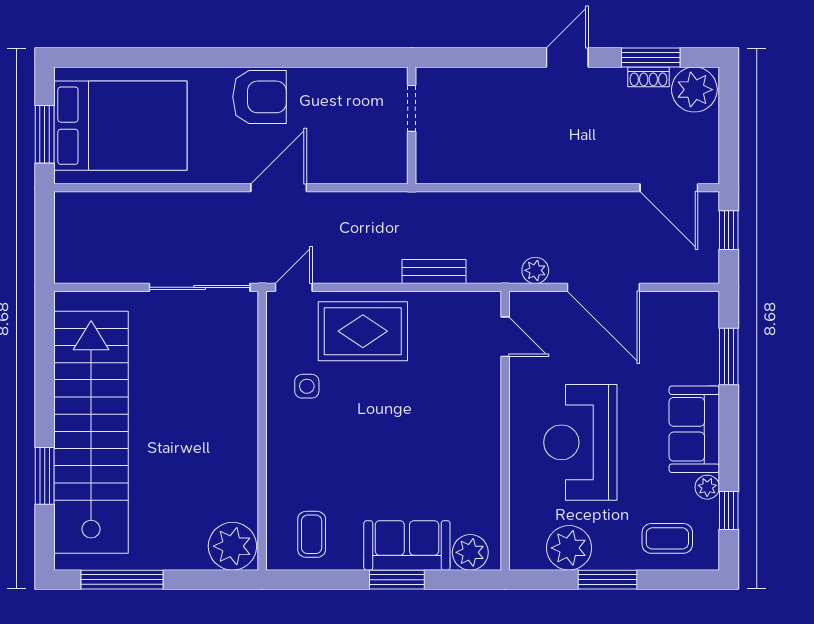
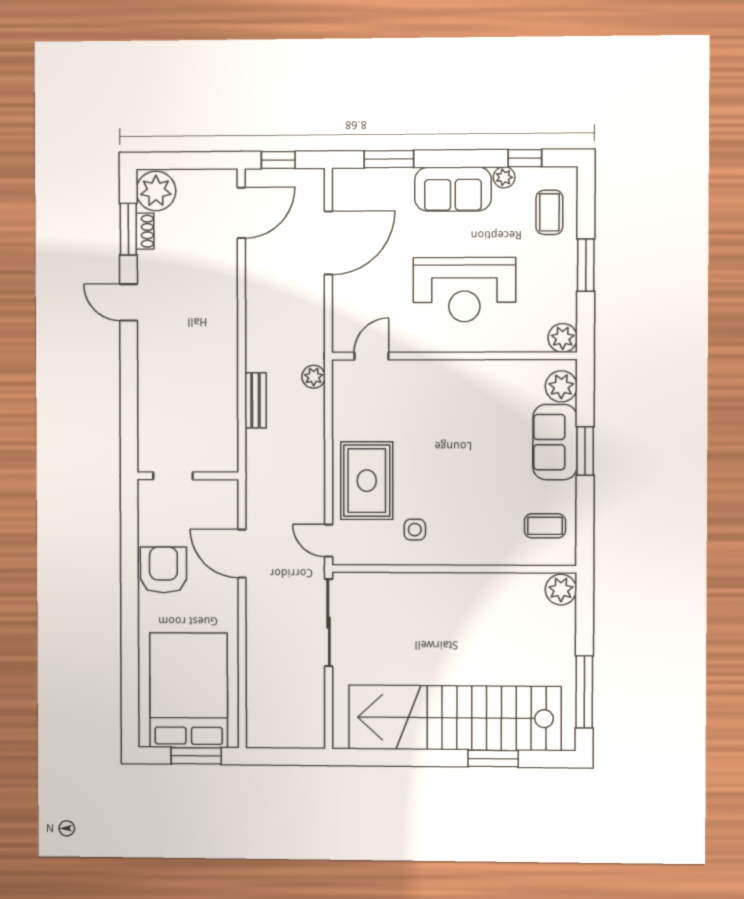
doorway: (412, 108) -> (173, 476), moved
wall: (412, 125) -> (188, 476), moved
plant: (535, 270) -> (314, 377), moved
bench: (434, 272) -> (255, 400), moved
door: (603, 287) -> (328, 243), moved
plant: (232, 546) -> (561, 590), width x0.73, depth x0.73
plant: (569, 548) -> (563, 338), moved, width x0.73, depth x0.73

